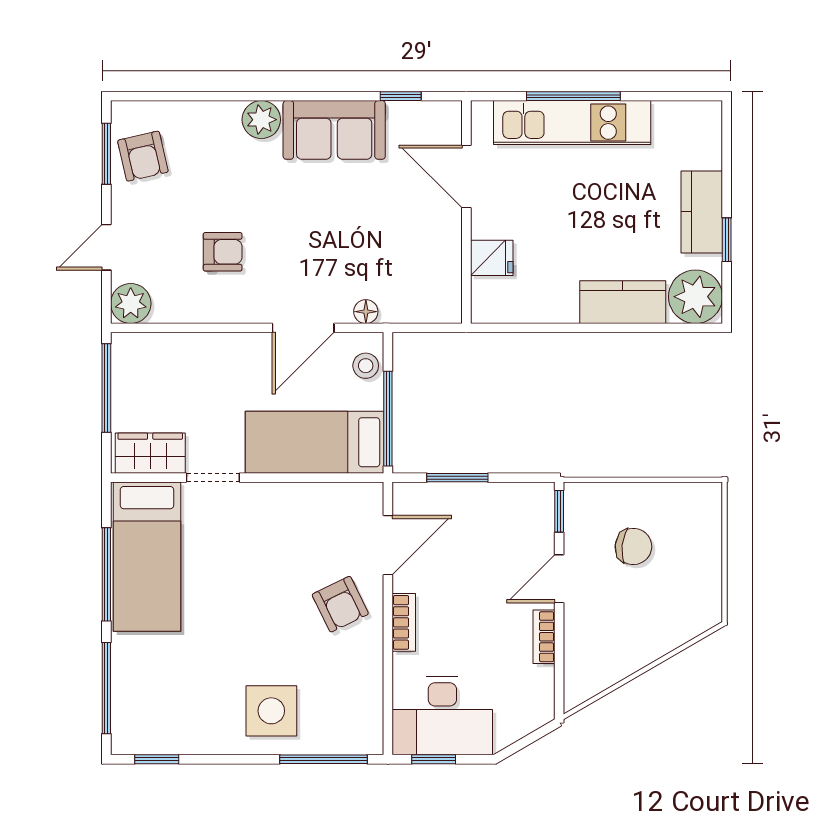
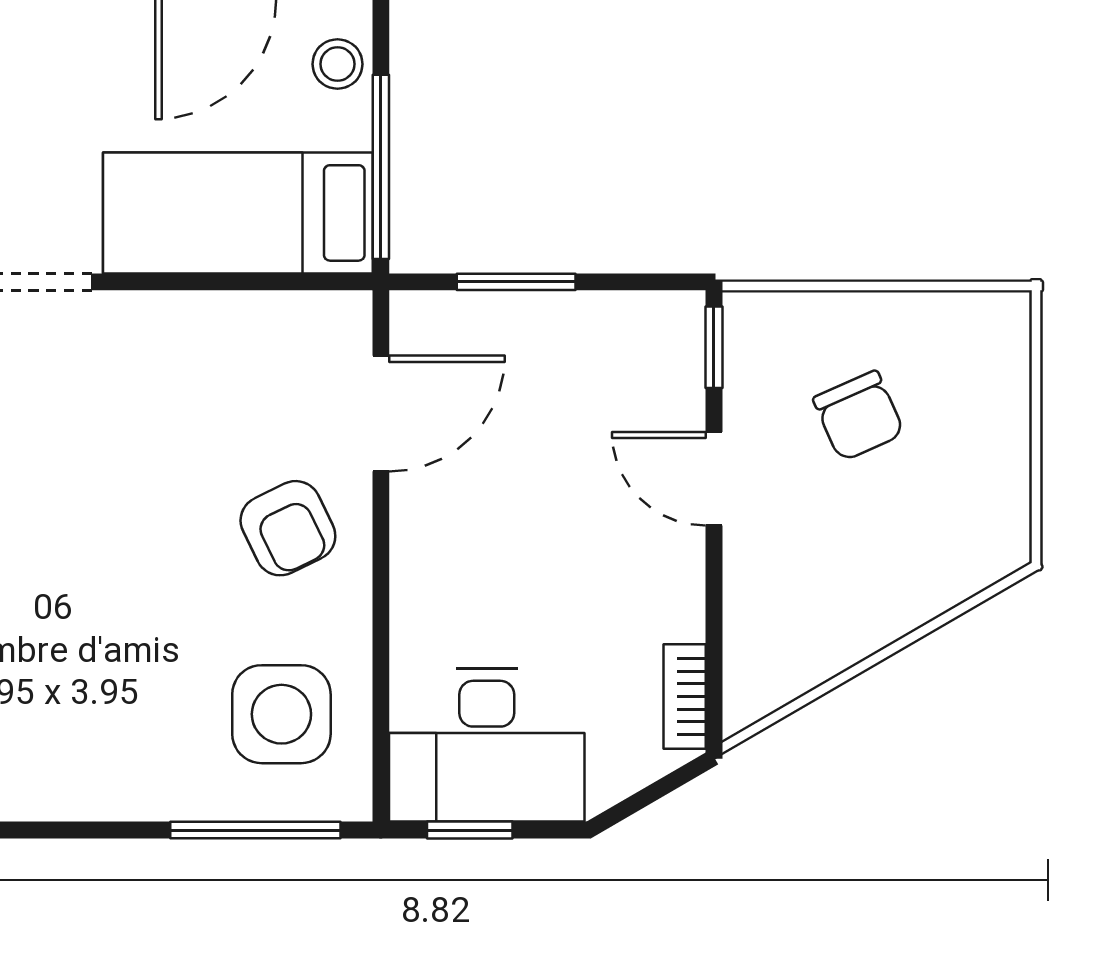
chair: (633, 546) -> (859, 416), turned 60
door: (559, 579) -> (714, 479), hinge flipped
bookcase: (404, 622) -> (412, 564), removed
bookcase: (544, 637) -> (685, 697), moved
side table: (271, 711) -> (281, 714), moved

